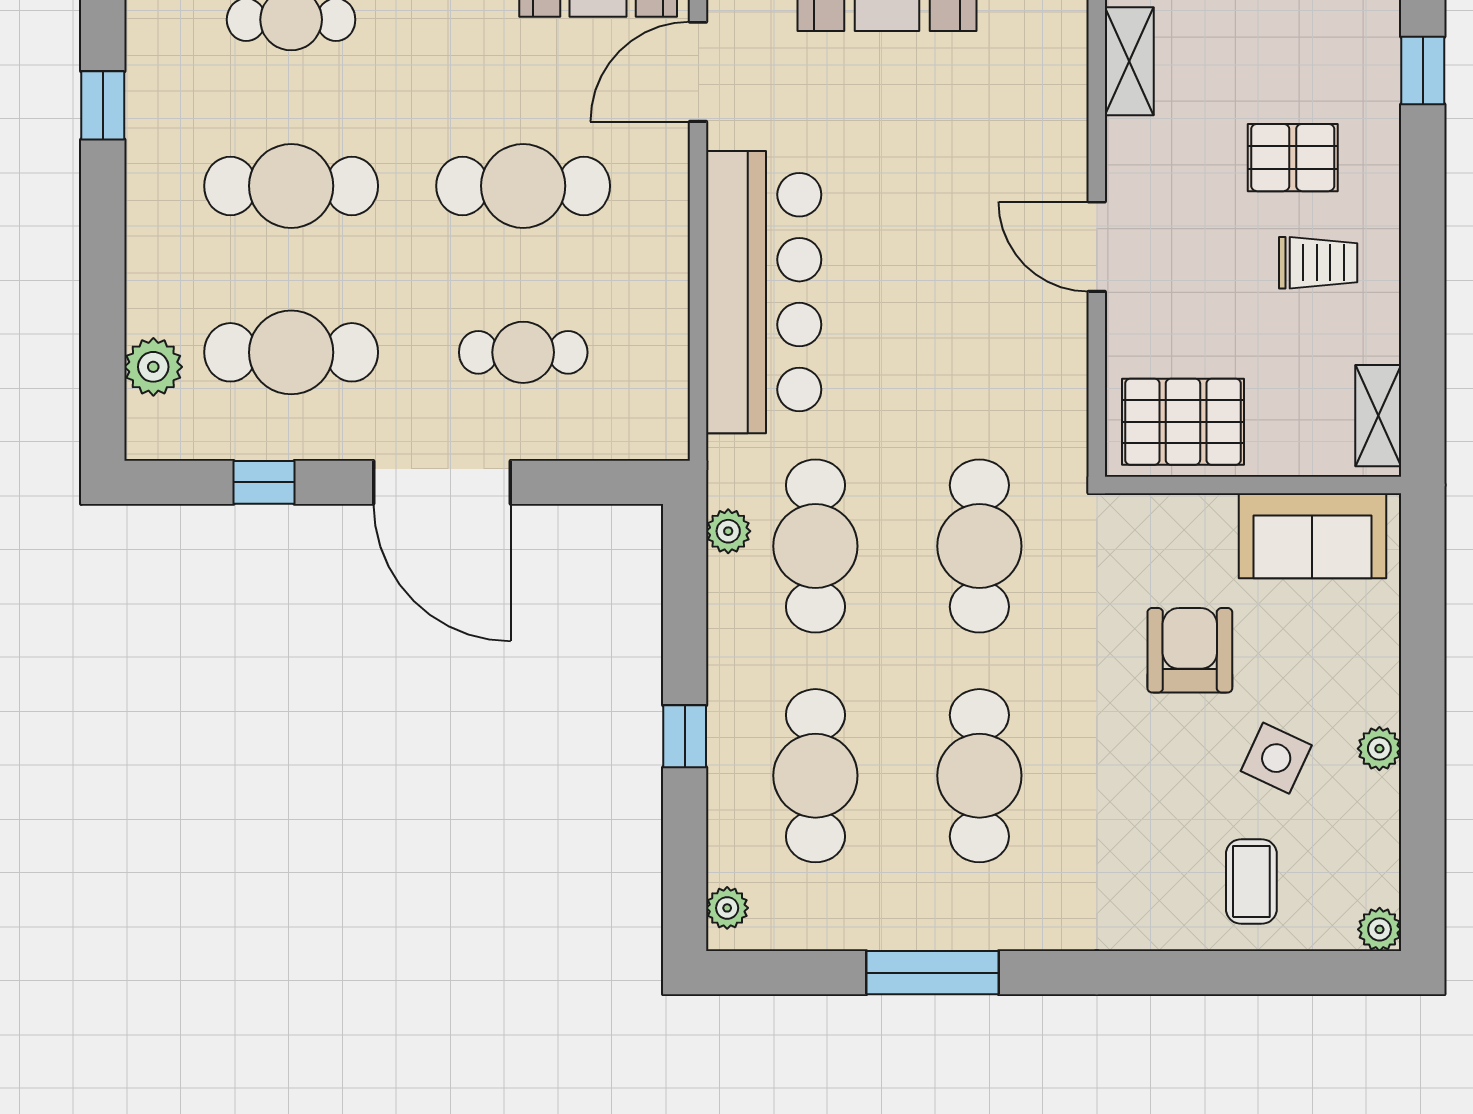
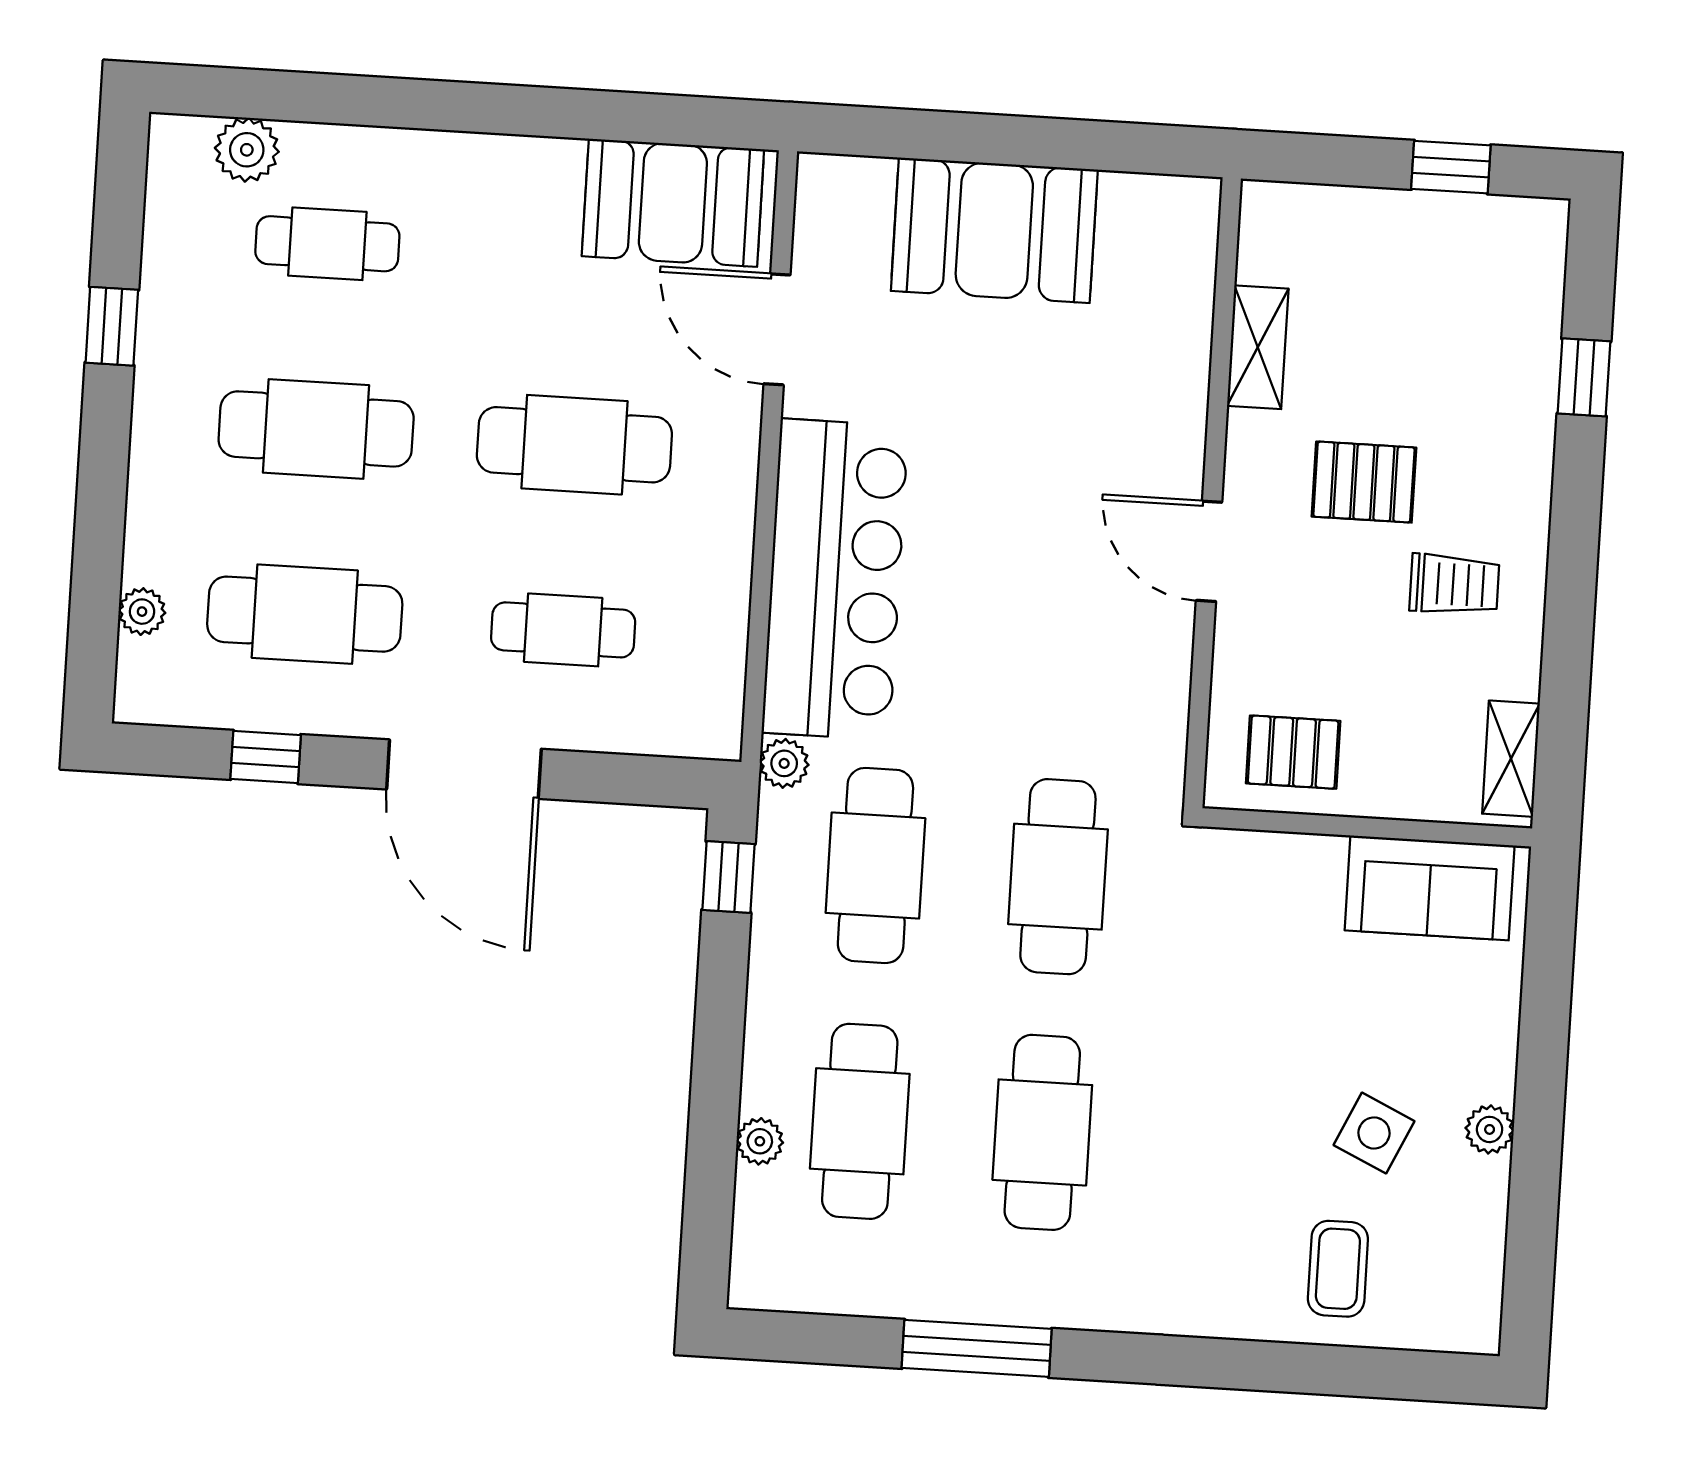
door: (698, 72) -> (777, 329), hinge flipped
pallet: (1293, 158) -> (1364, 482), moved
plant: (153, 367) -> (142, 612), width x0.73, depth x0.73
pallet: (1183, 422) -> (1293, 752), width x0.67, depth x0.71
plant: (728, 531) -> (784, 763), moved
armchair: (1190, 650) -> (1285, 1007), removed
window: (685, 736) -> (728, 877), moved
plant: (727, 908) -> (760, 1141), moved
plant: (1380, 929) -> (1477, 1331), removed

